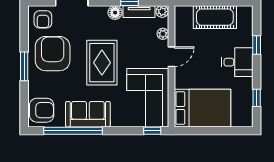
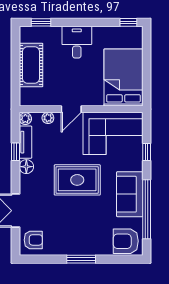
window: (257, 45) -> (41, 22), moved
armchair: (53, 54) -> (68, 230), removed
door: (172, 57) -> (71, 109), swing flipped
window: (257, 98) -> (128, 22), moved
armchair: (42, 110) -> (126, 241), turned -90
window: (152, 131) -> (147, 152), moved

